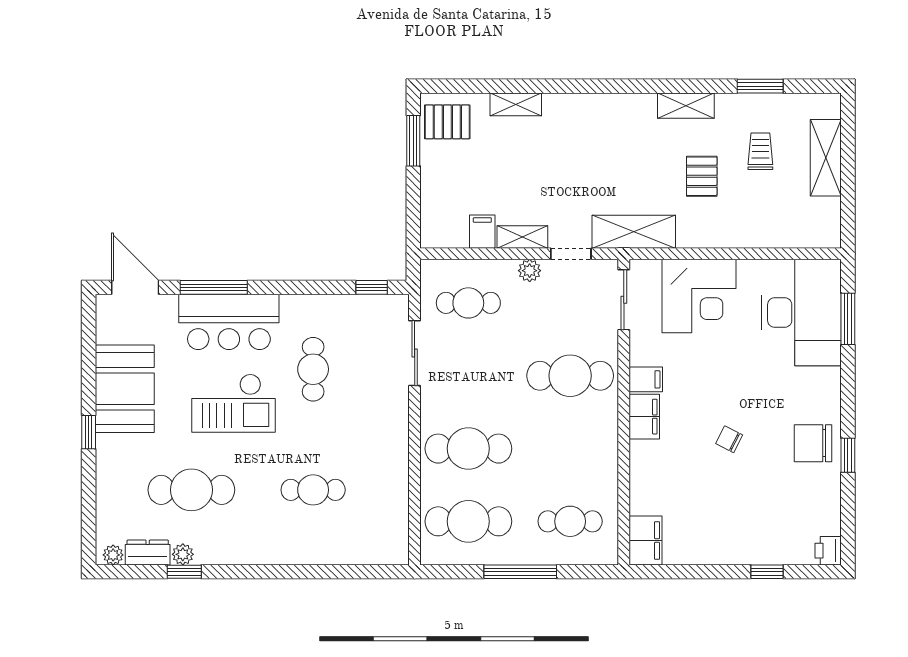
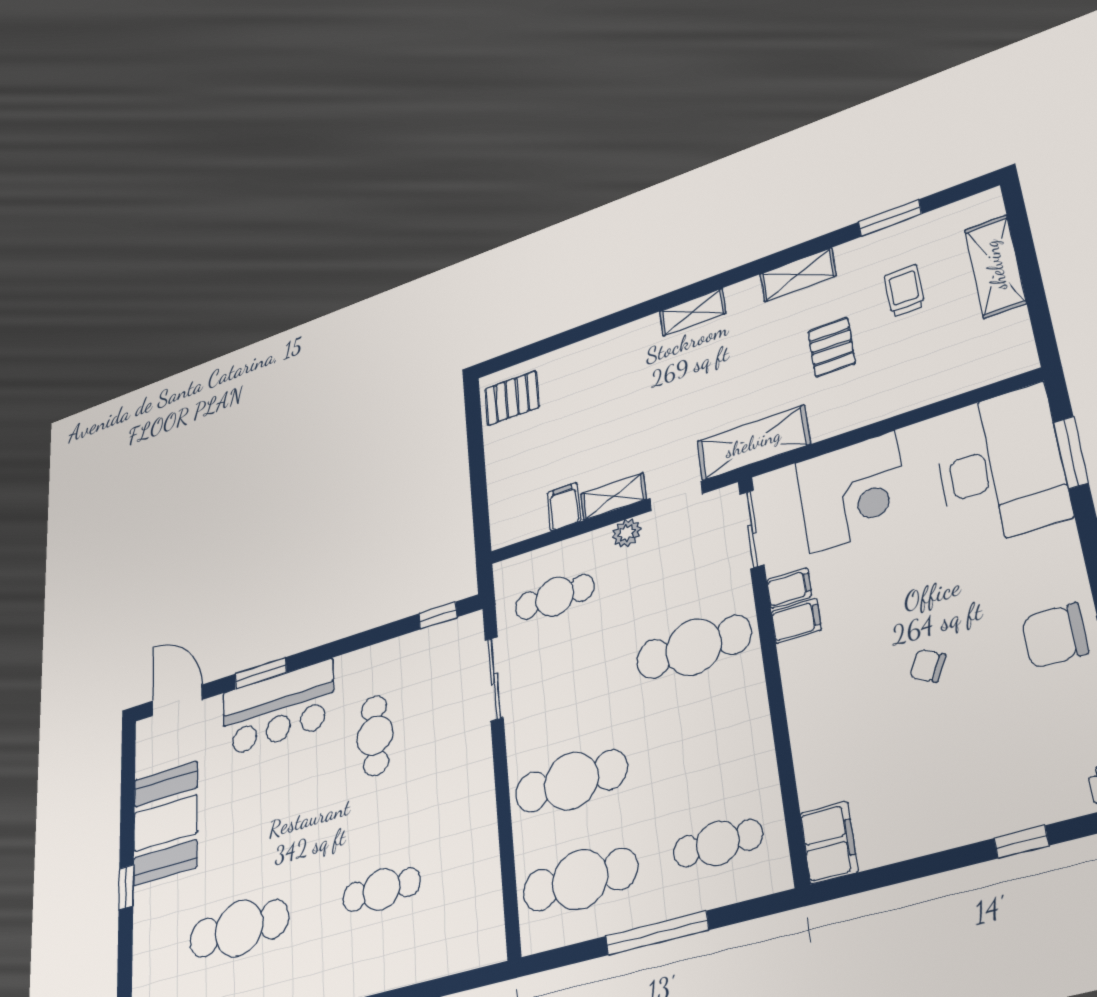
shelving: (516, 104) -> (693, 312), moved
window: (413, 141) -> (475, 433), removed
window: (214, 287) -> (261, 673), width x0.69
checkout: (234, 403) -> (285, 805), removed
filing cabinet: (644, 417) -> (789, 588), moved, width x0.50

